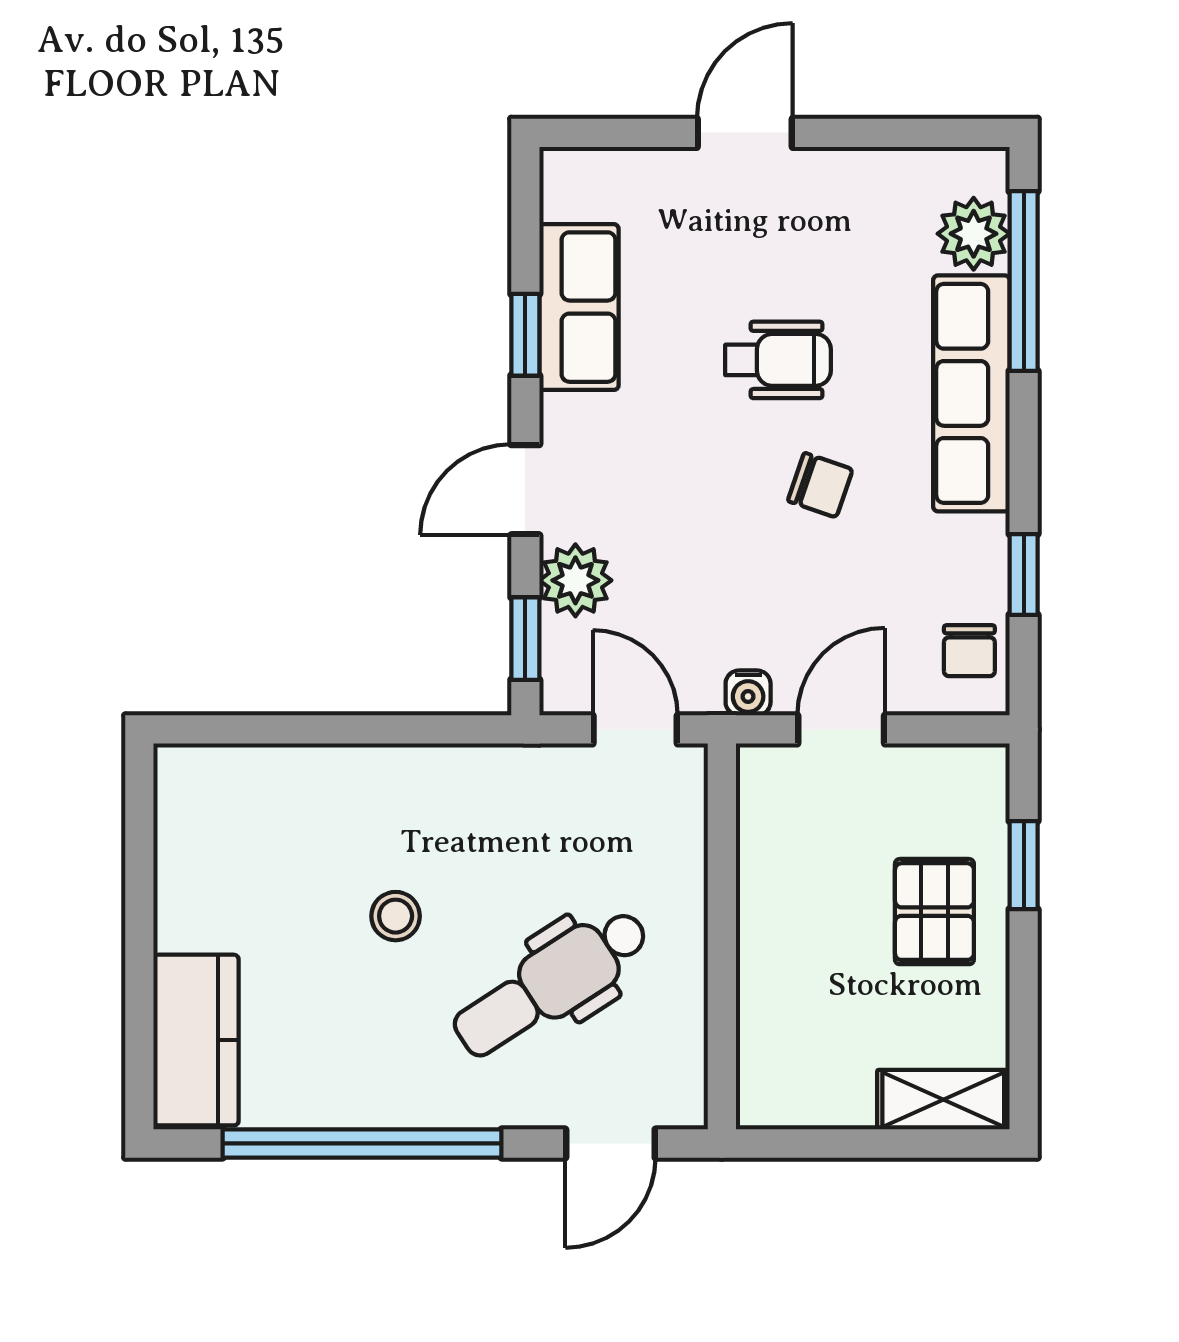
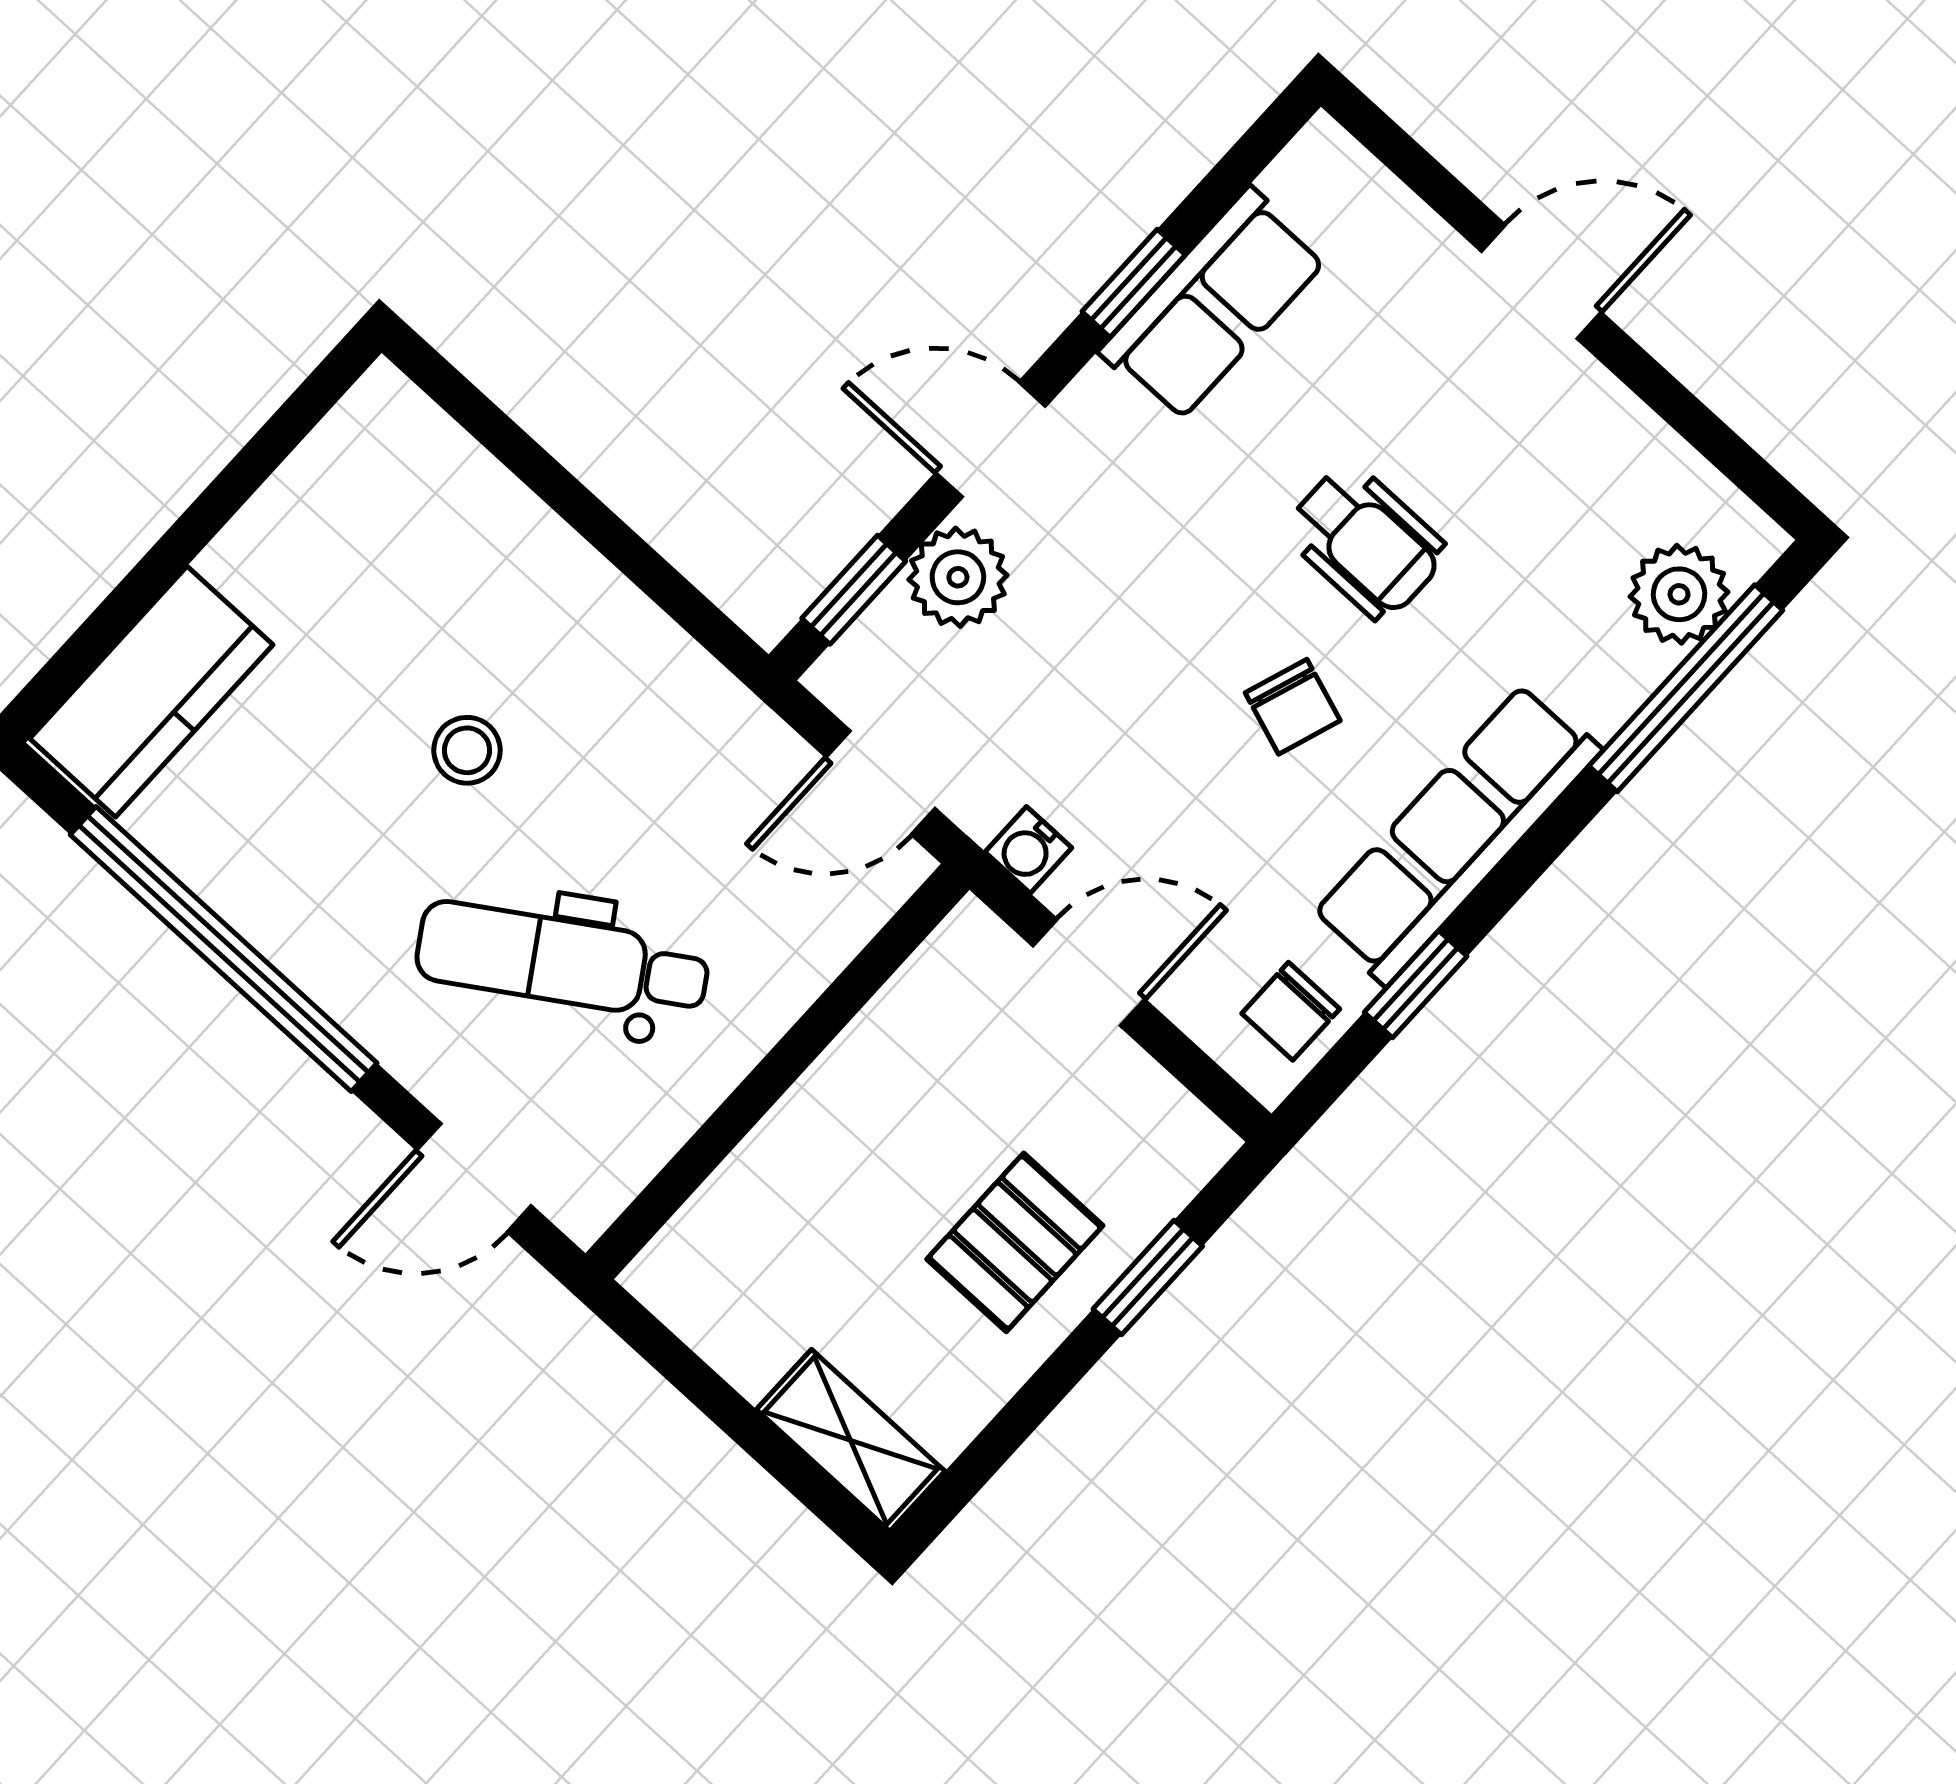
row of seats: (971, 393) -> (1456, 834), moved
door: (635, 729) -> (881, 783), swing flipped

